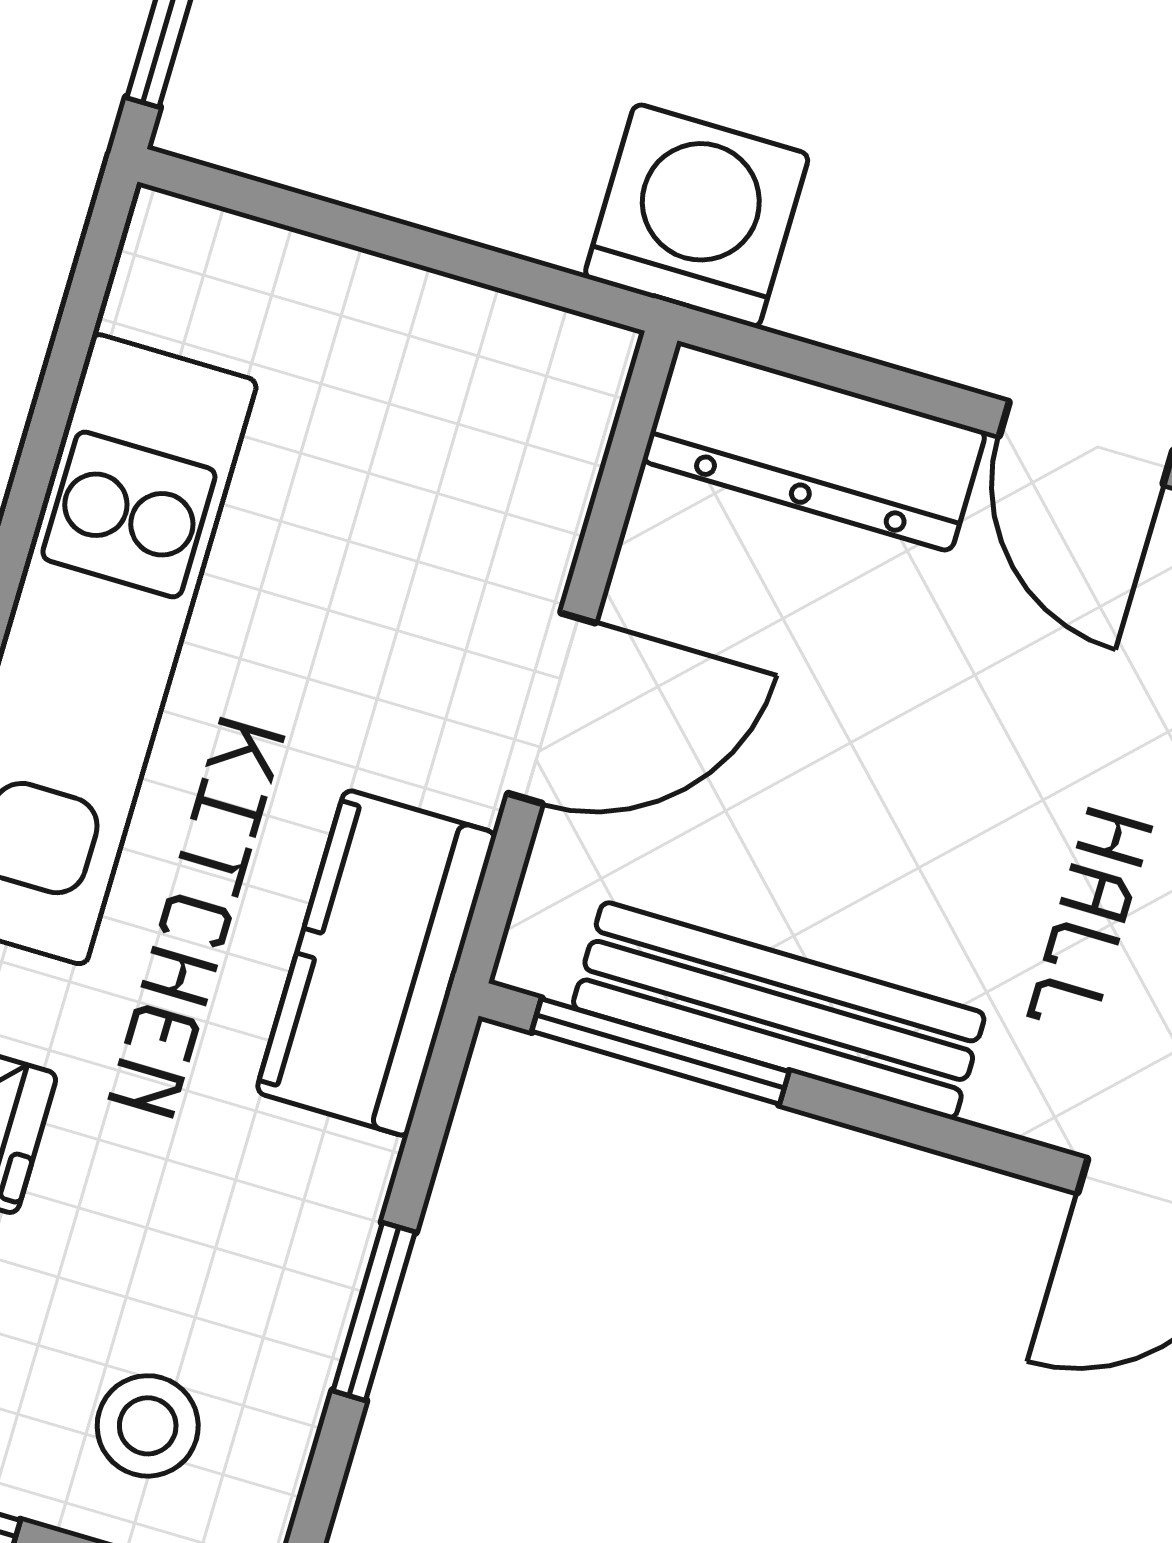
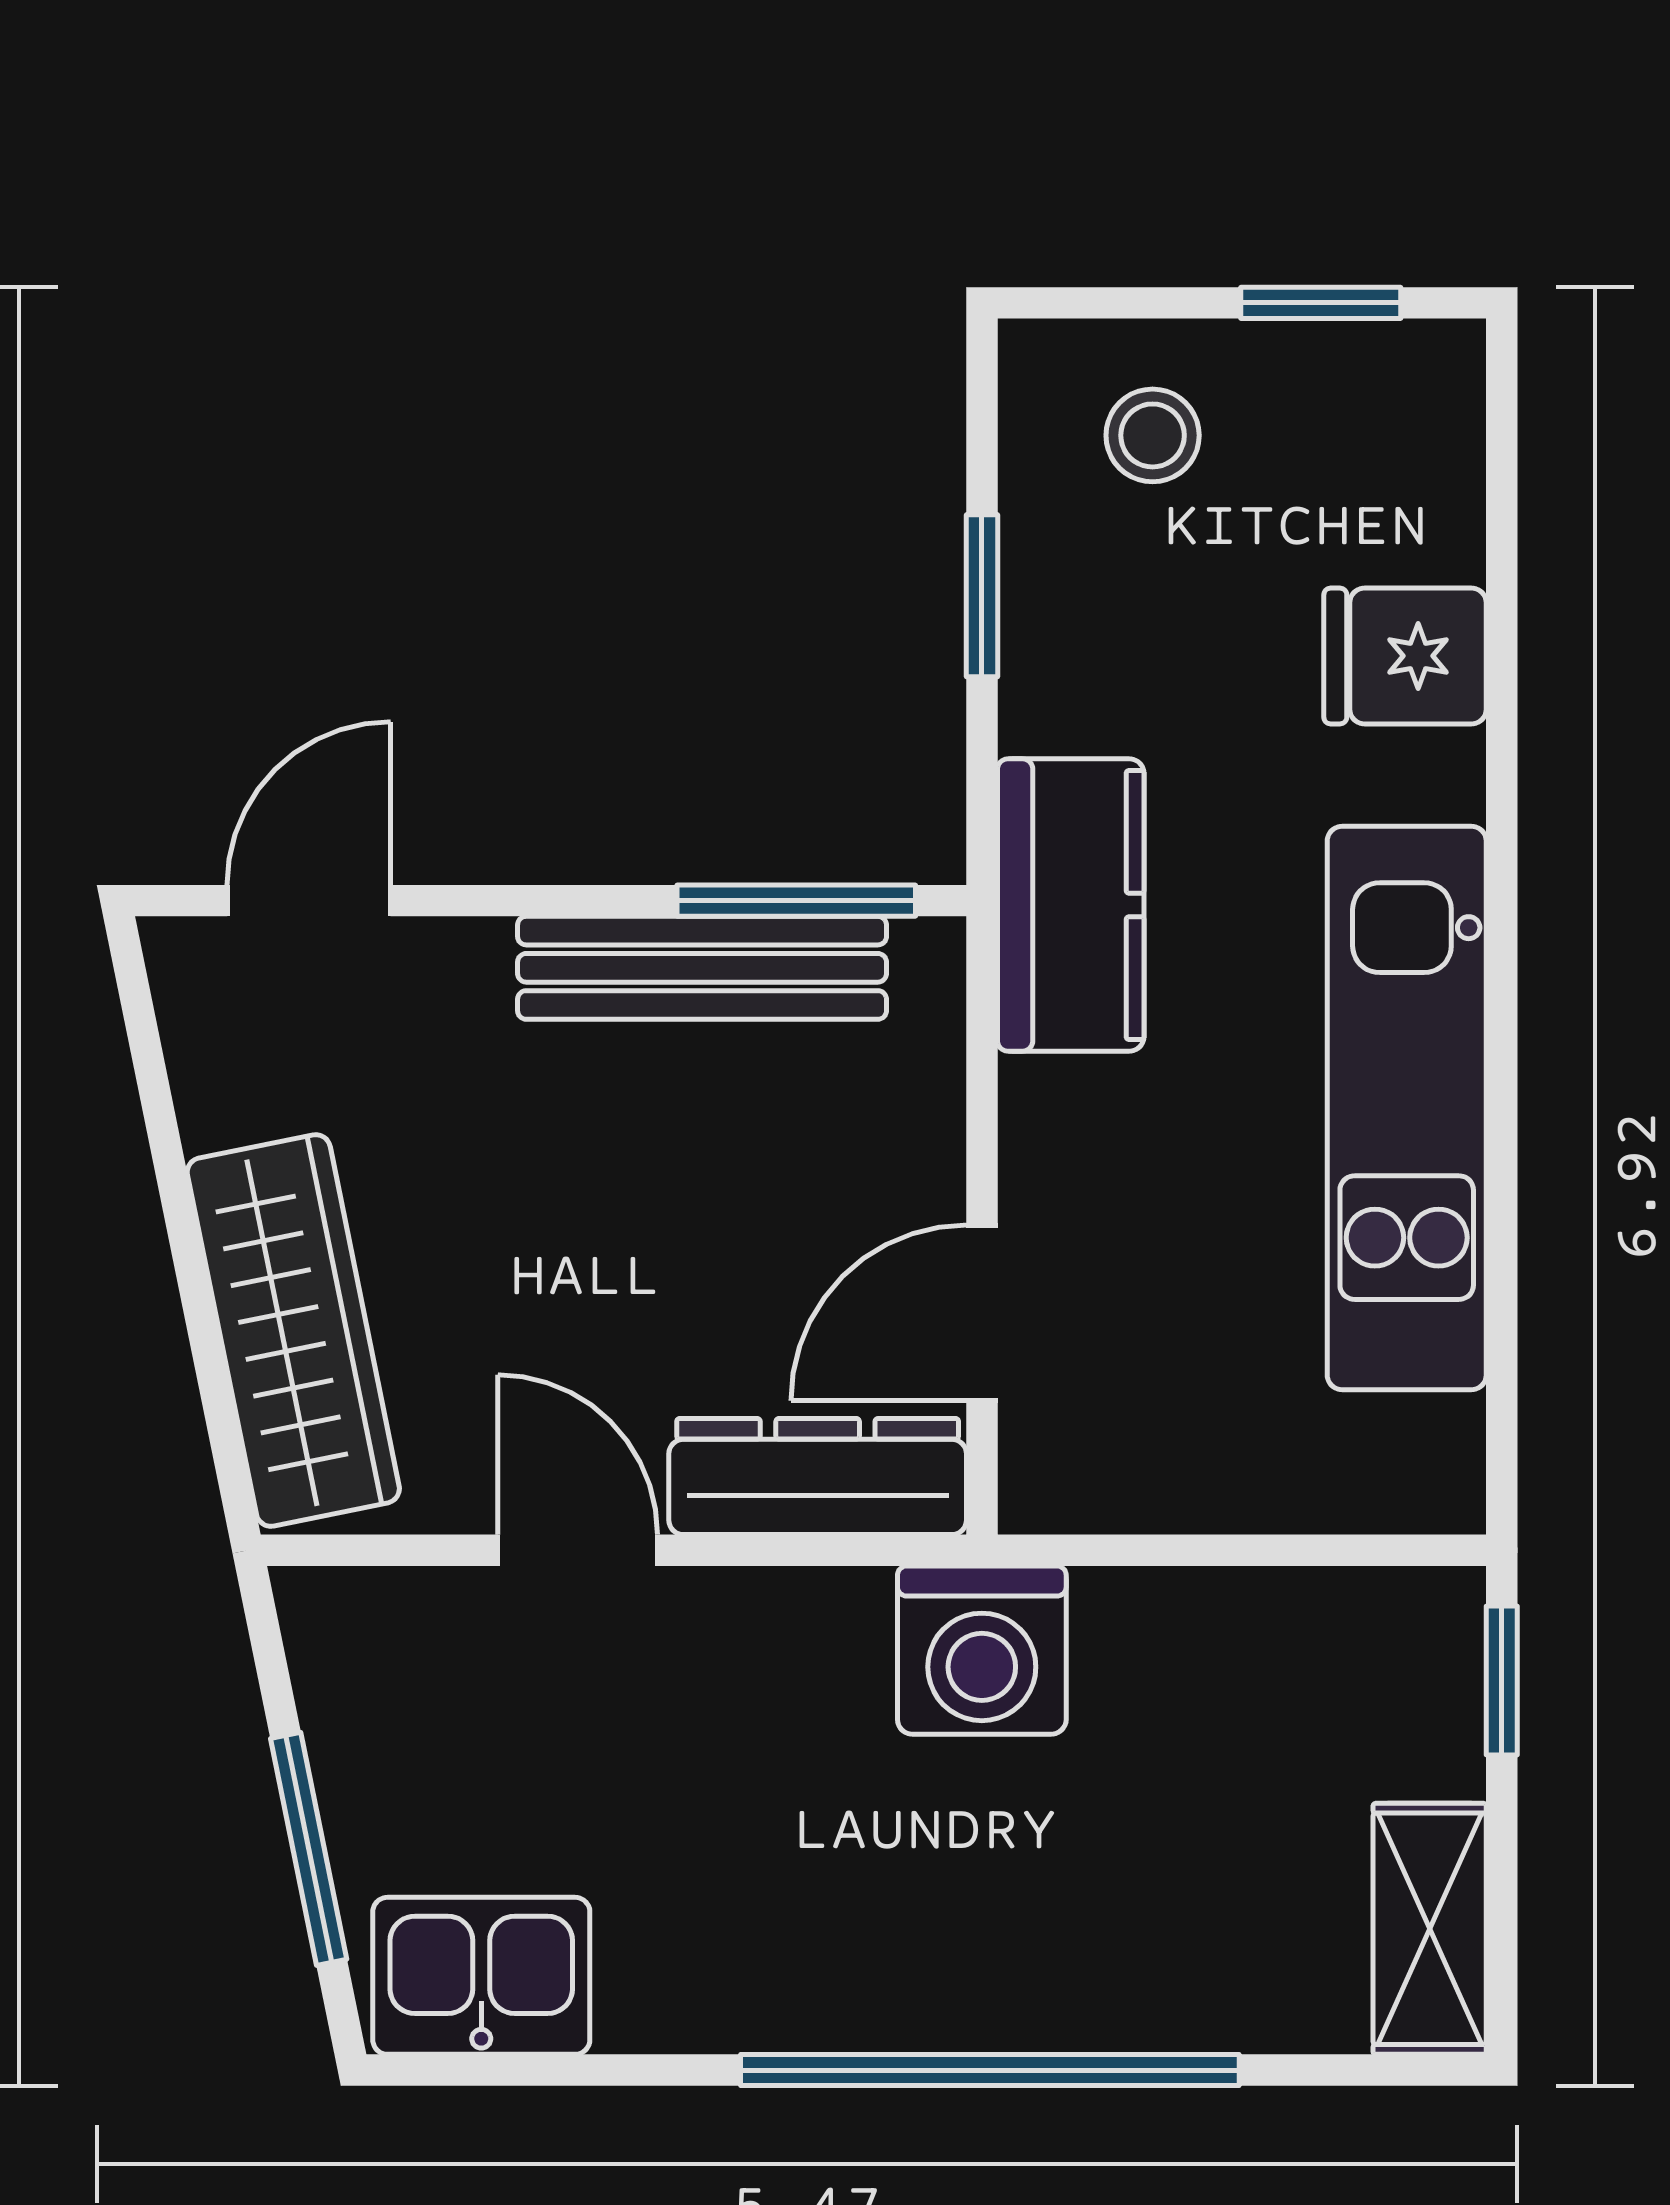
door: (552, 708) -> (982, 1313), moved

